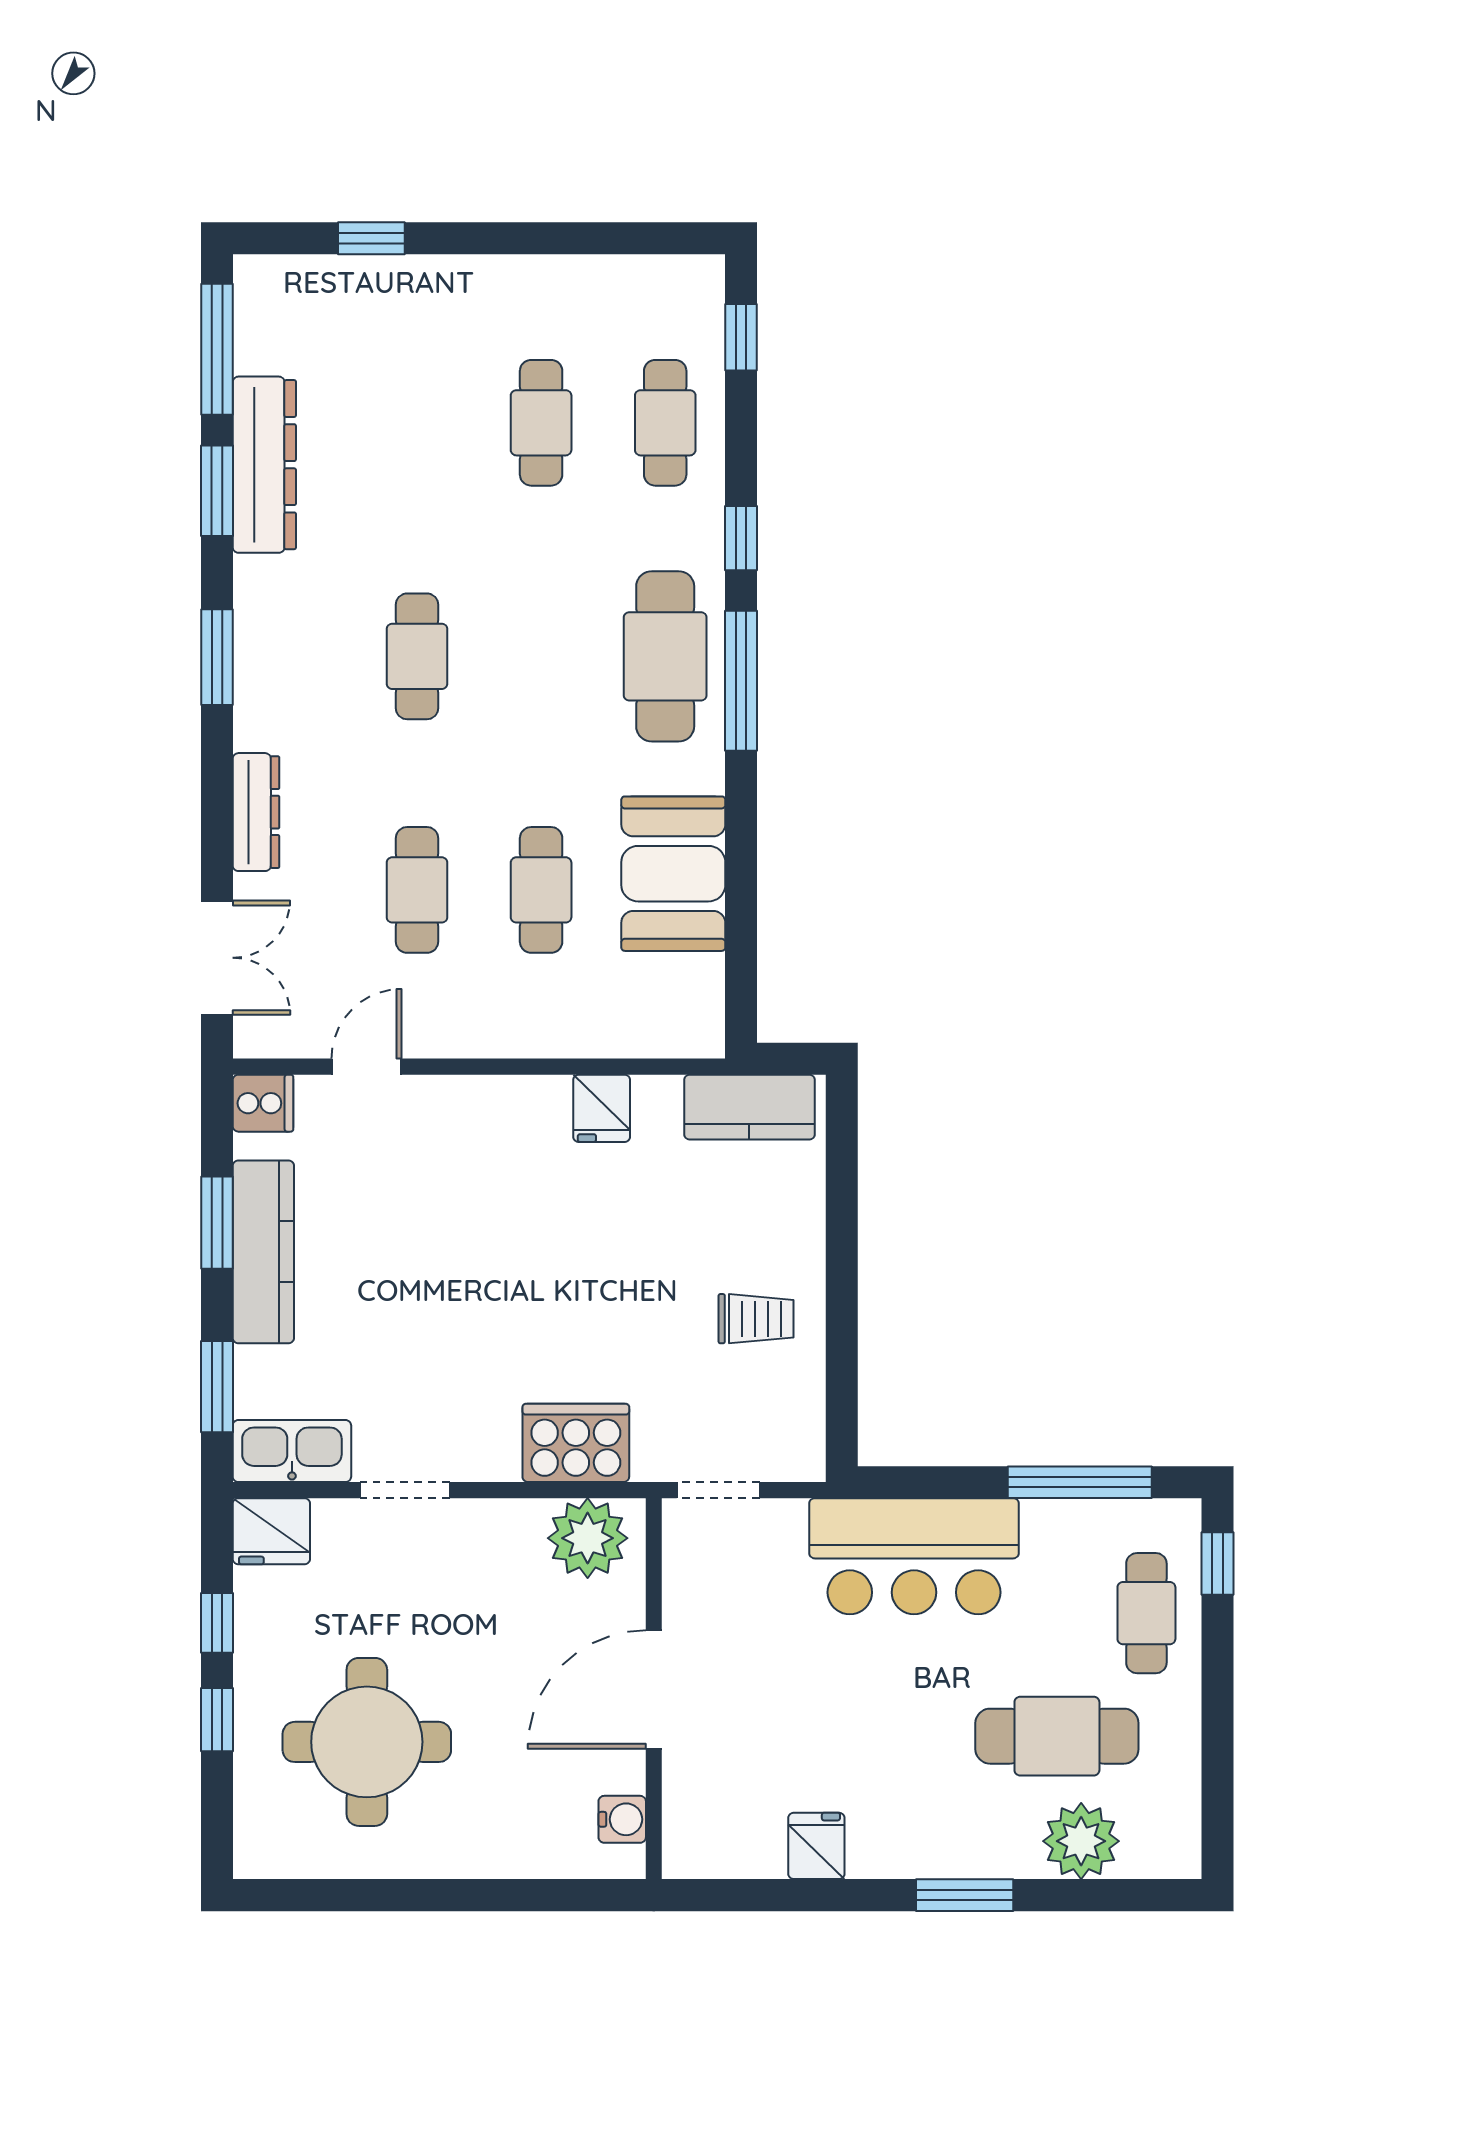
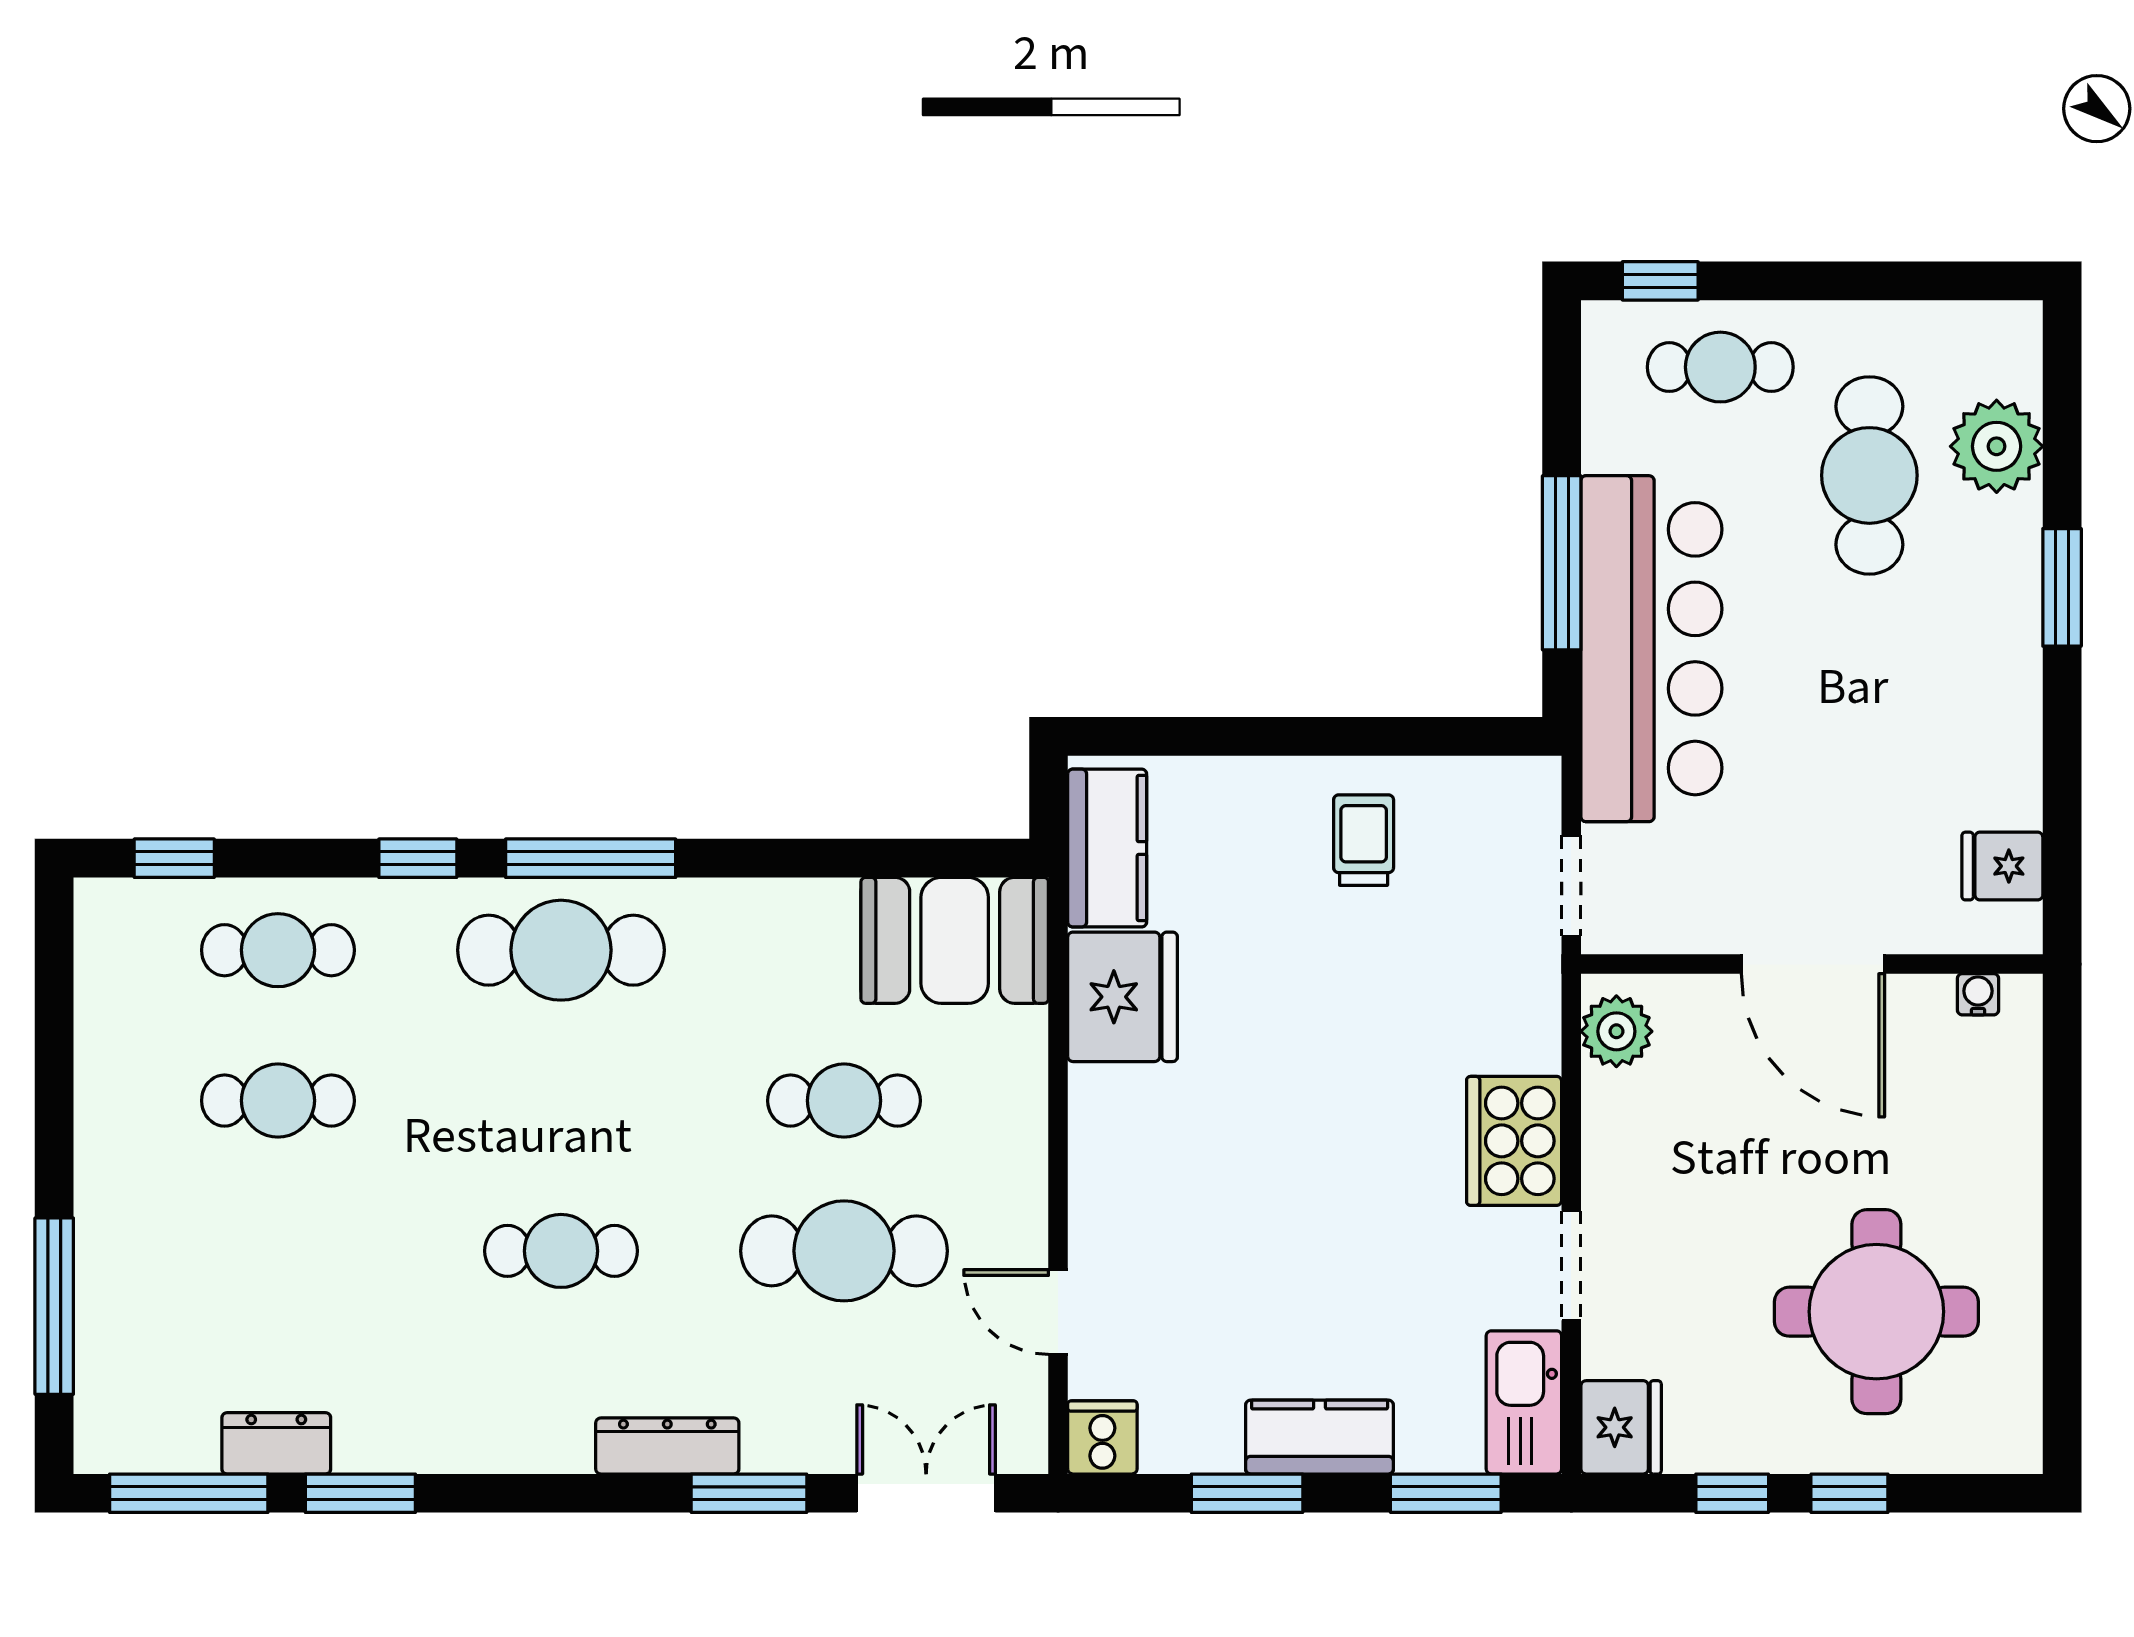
window: (371, 238) -> (54, 1306), width x2.17
dresser: (264, 465) -> (276, 1443), width x0.51, depth x0.80
window: (217, 657) -> (749, 1493), moved
dresser: (256, 812) -> (667, 1446), moved
booth: (673, 874) -> (955, 940), moved
cafe table: (417, 890) -> (844, 1251), width x1.37, depth x1.35
fridge: (602, 1108) -> (1123, 997), width x1.88, depth x1.34
kitchen counter: (263, 1252) -> (1320, 1437), width x0.67
cooker: (576, 1443) -> (1514, 1141), moved
window: (1080, 1482) -> (1562, 563), moved
plant: (588, 1538) -> (1616, 1031), width x0.73, depth x0.73
bar counter: (914, 1556) -> (1651, 649), width x1.36
water cooler: (622, 1819) -> (1978, 994), width x0.72, depth x0.72
fridge: (816, 1846) -> (2002, 866), moved

